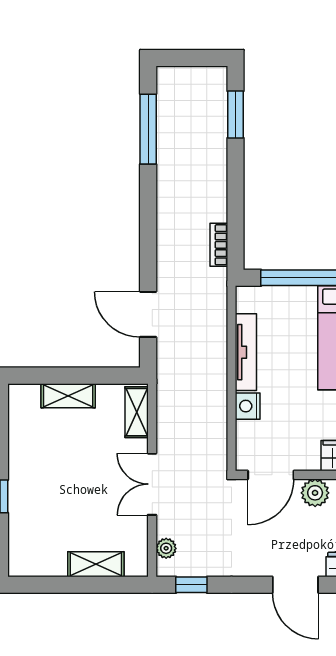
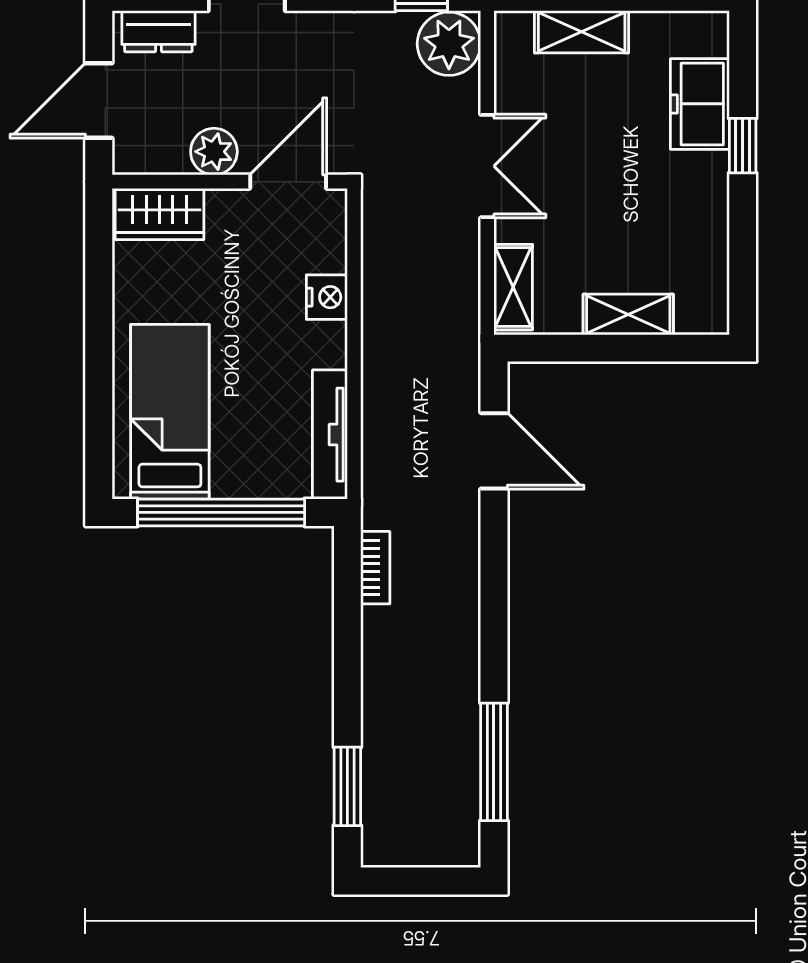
tv unit: (246, 352) -> (330, 435), moved
freezer: (25, 521) -> (700, 104), added
plant: (166, 548) -> (449, 44), width x1.88, depth x1.88

